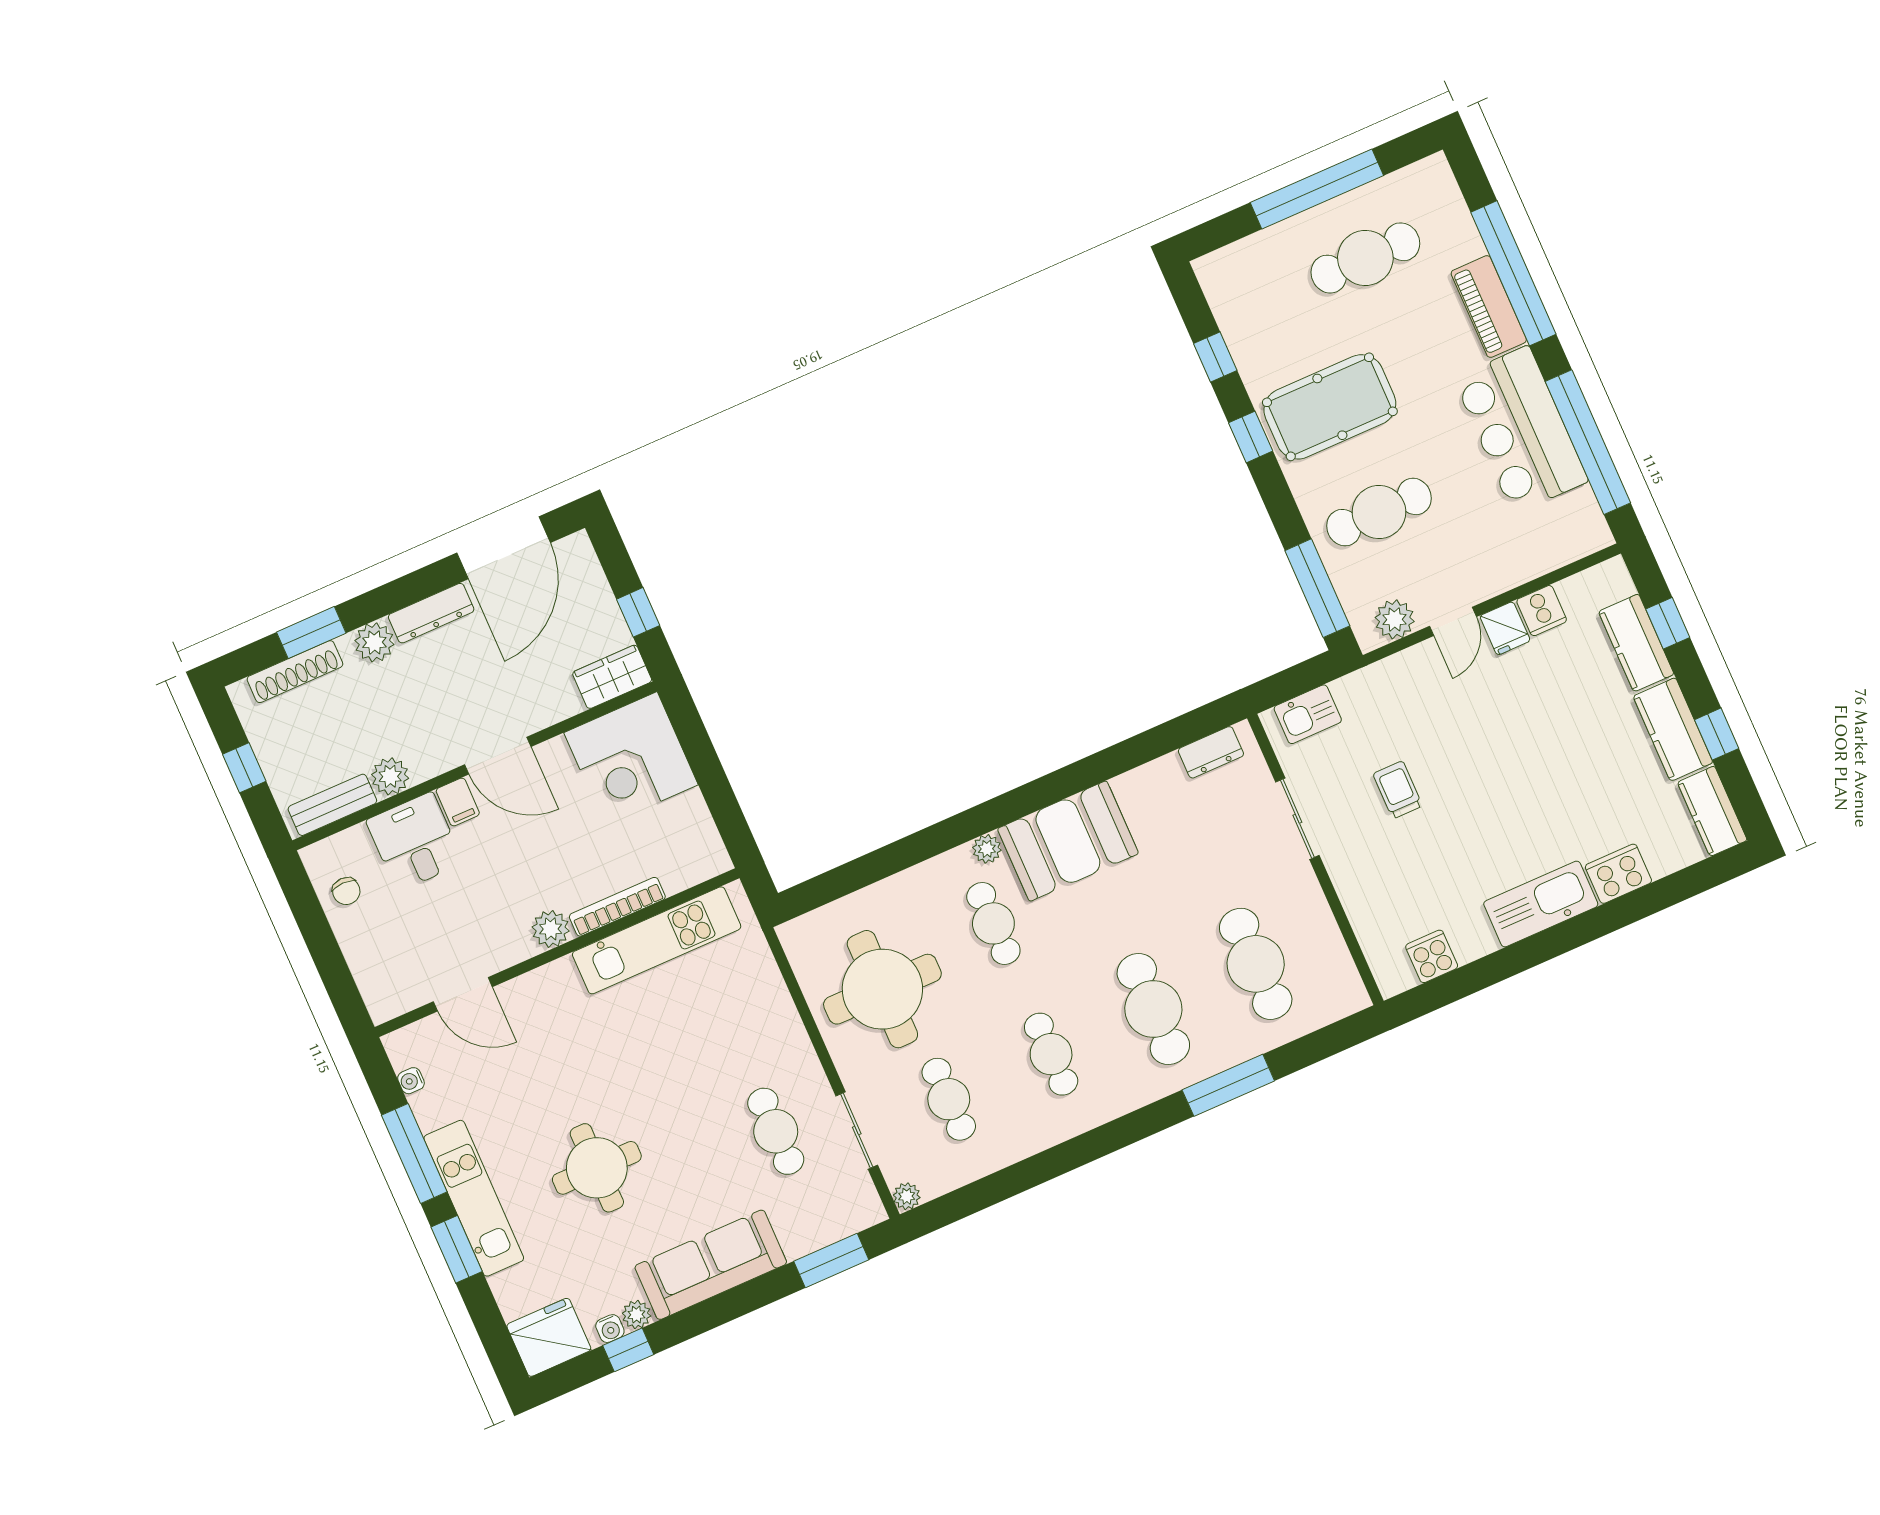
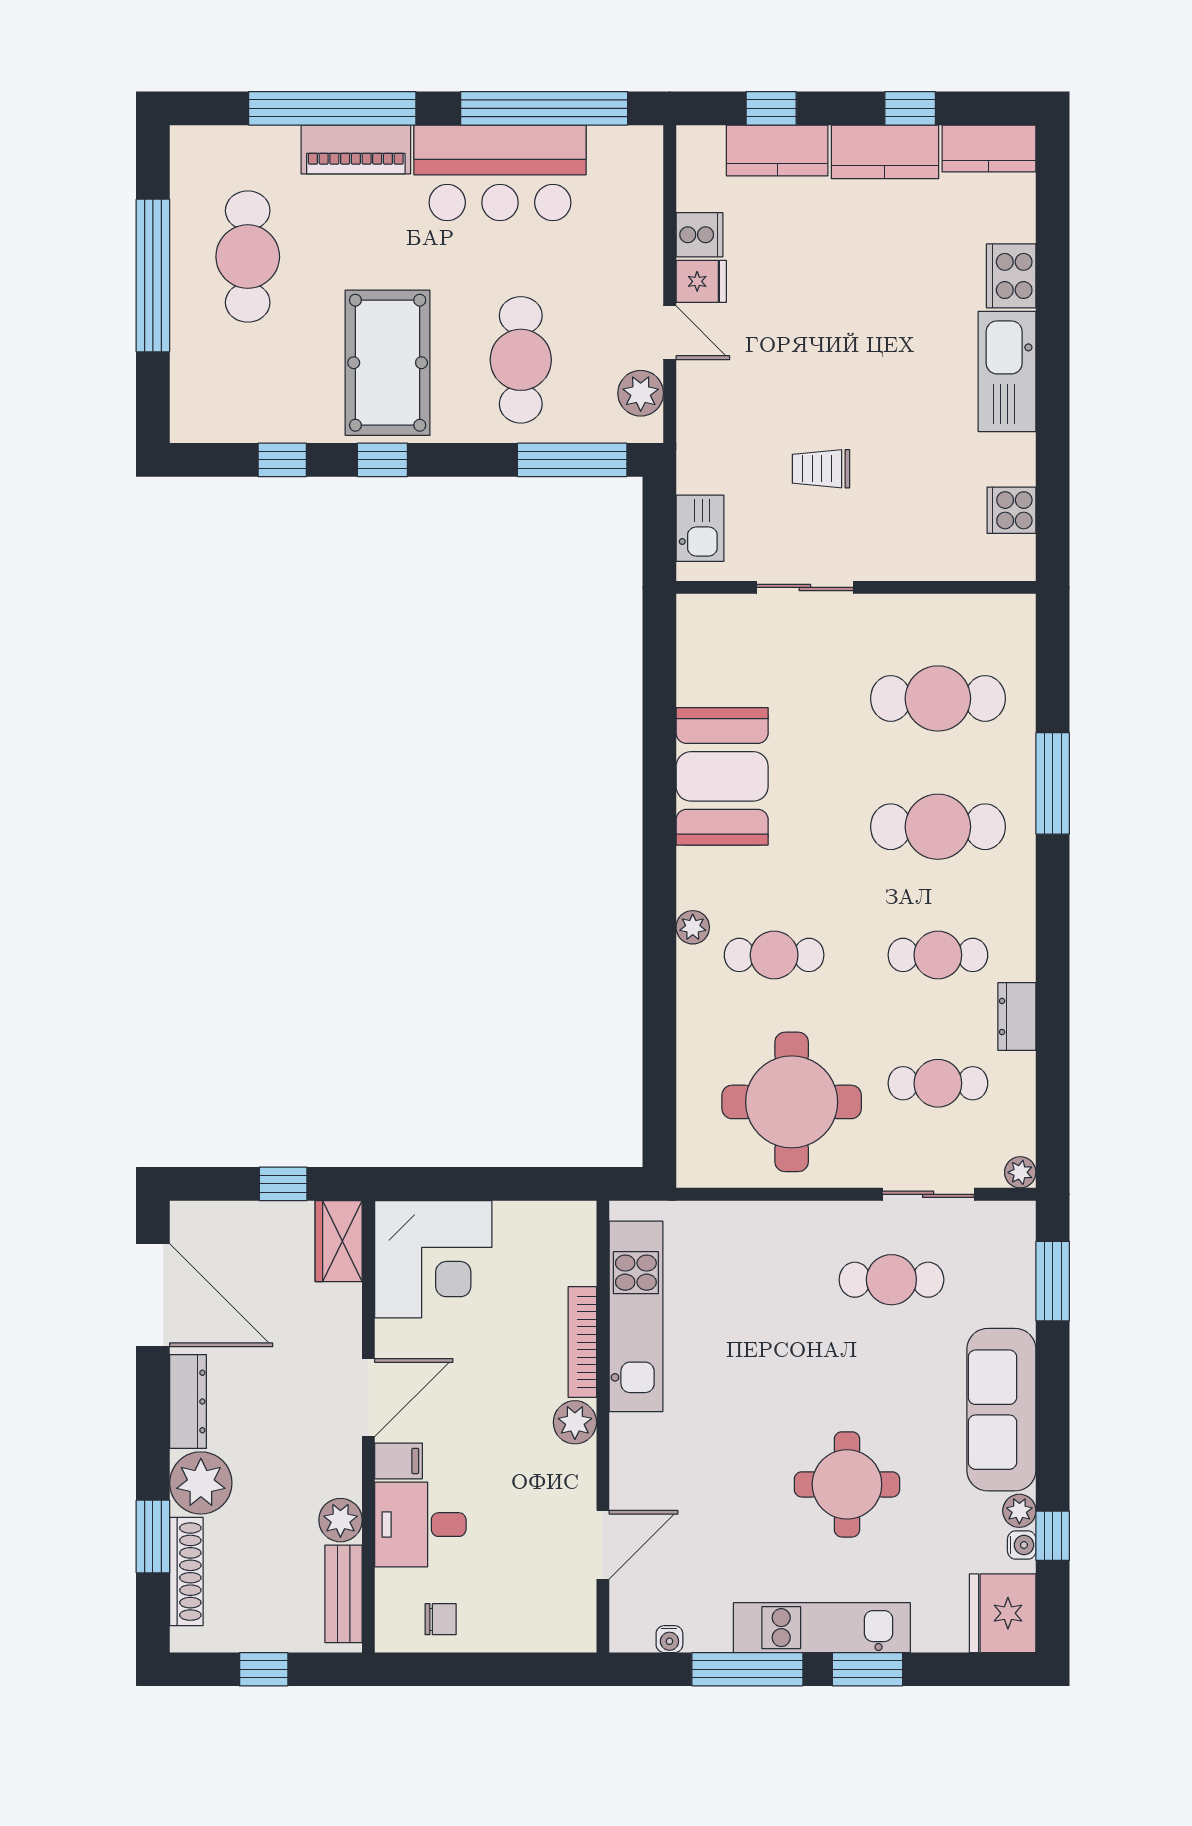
plant: (374, 642) -> (201, 1483), width x1.36, depth x1.36
dresser: (1211, 752) -> (1017, 1017), moved, turned 180
booth: (1068, 841) -> (722, 776), moved

